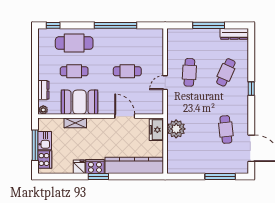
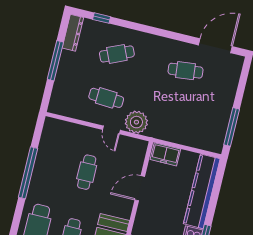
cafe table: (226, 72) -> (117, 54), turned -48
window: (251, 89) -> (102, 18), moved
plant: (176, 129) -> (136, 122), moved
window: (220, 176) -> (232, 127), moved

